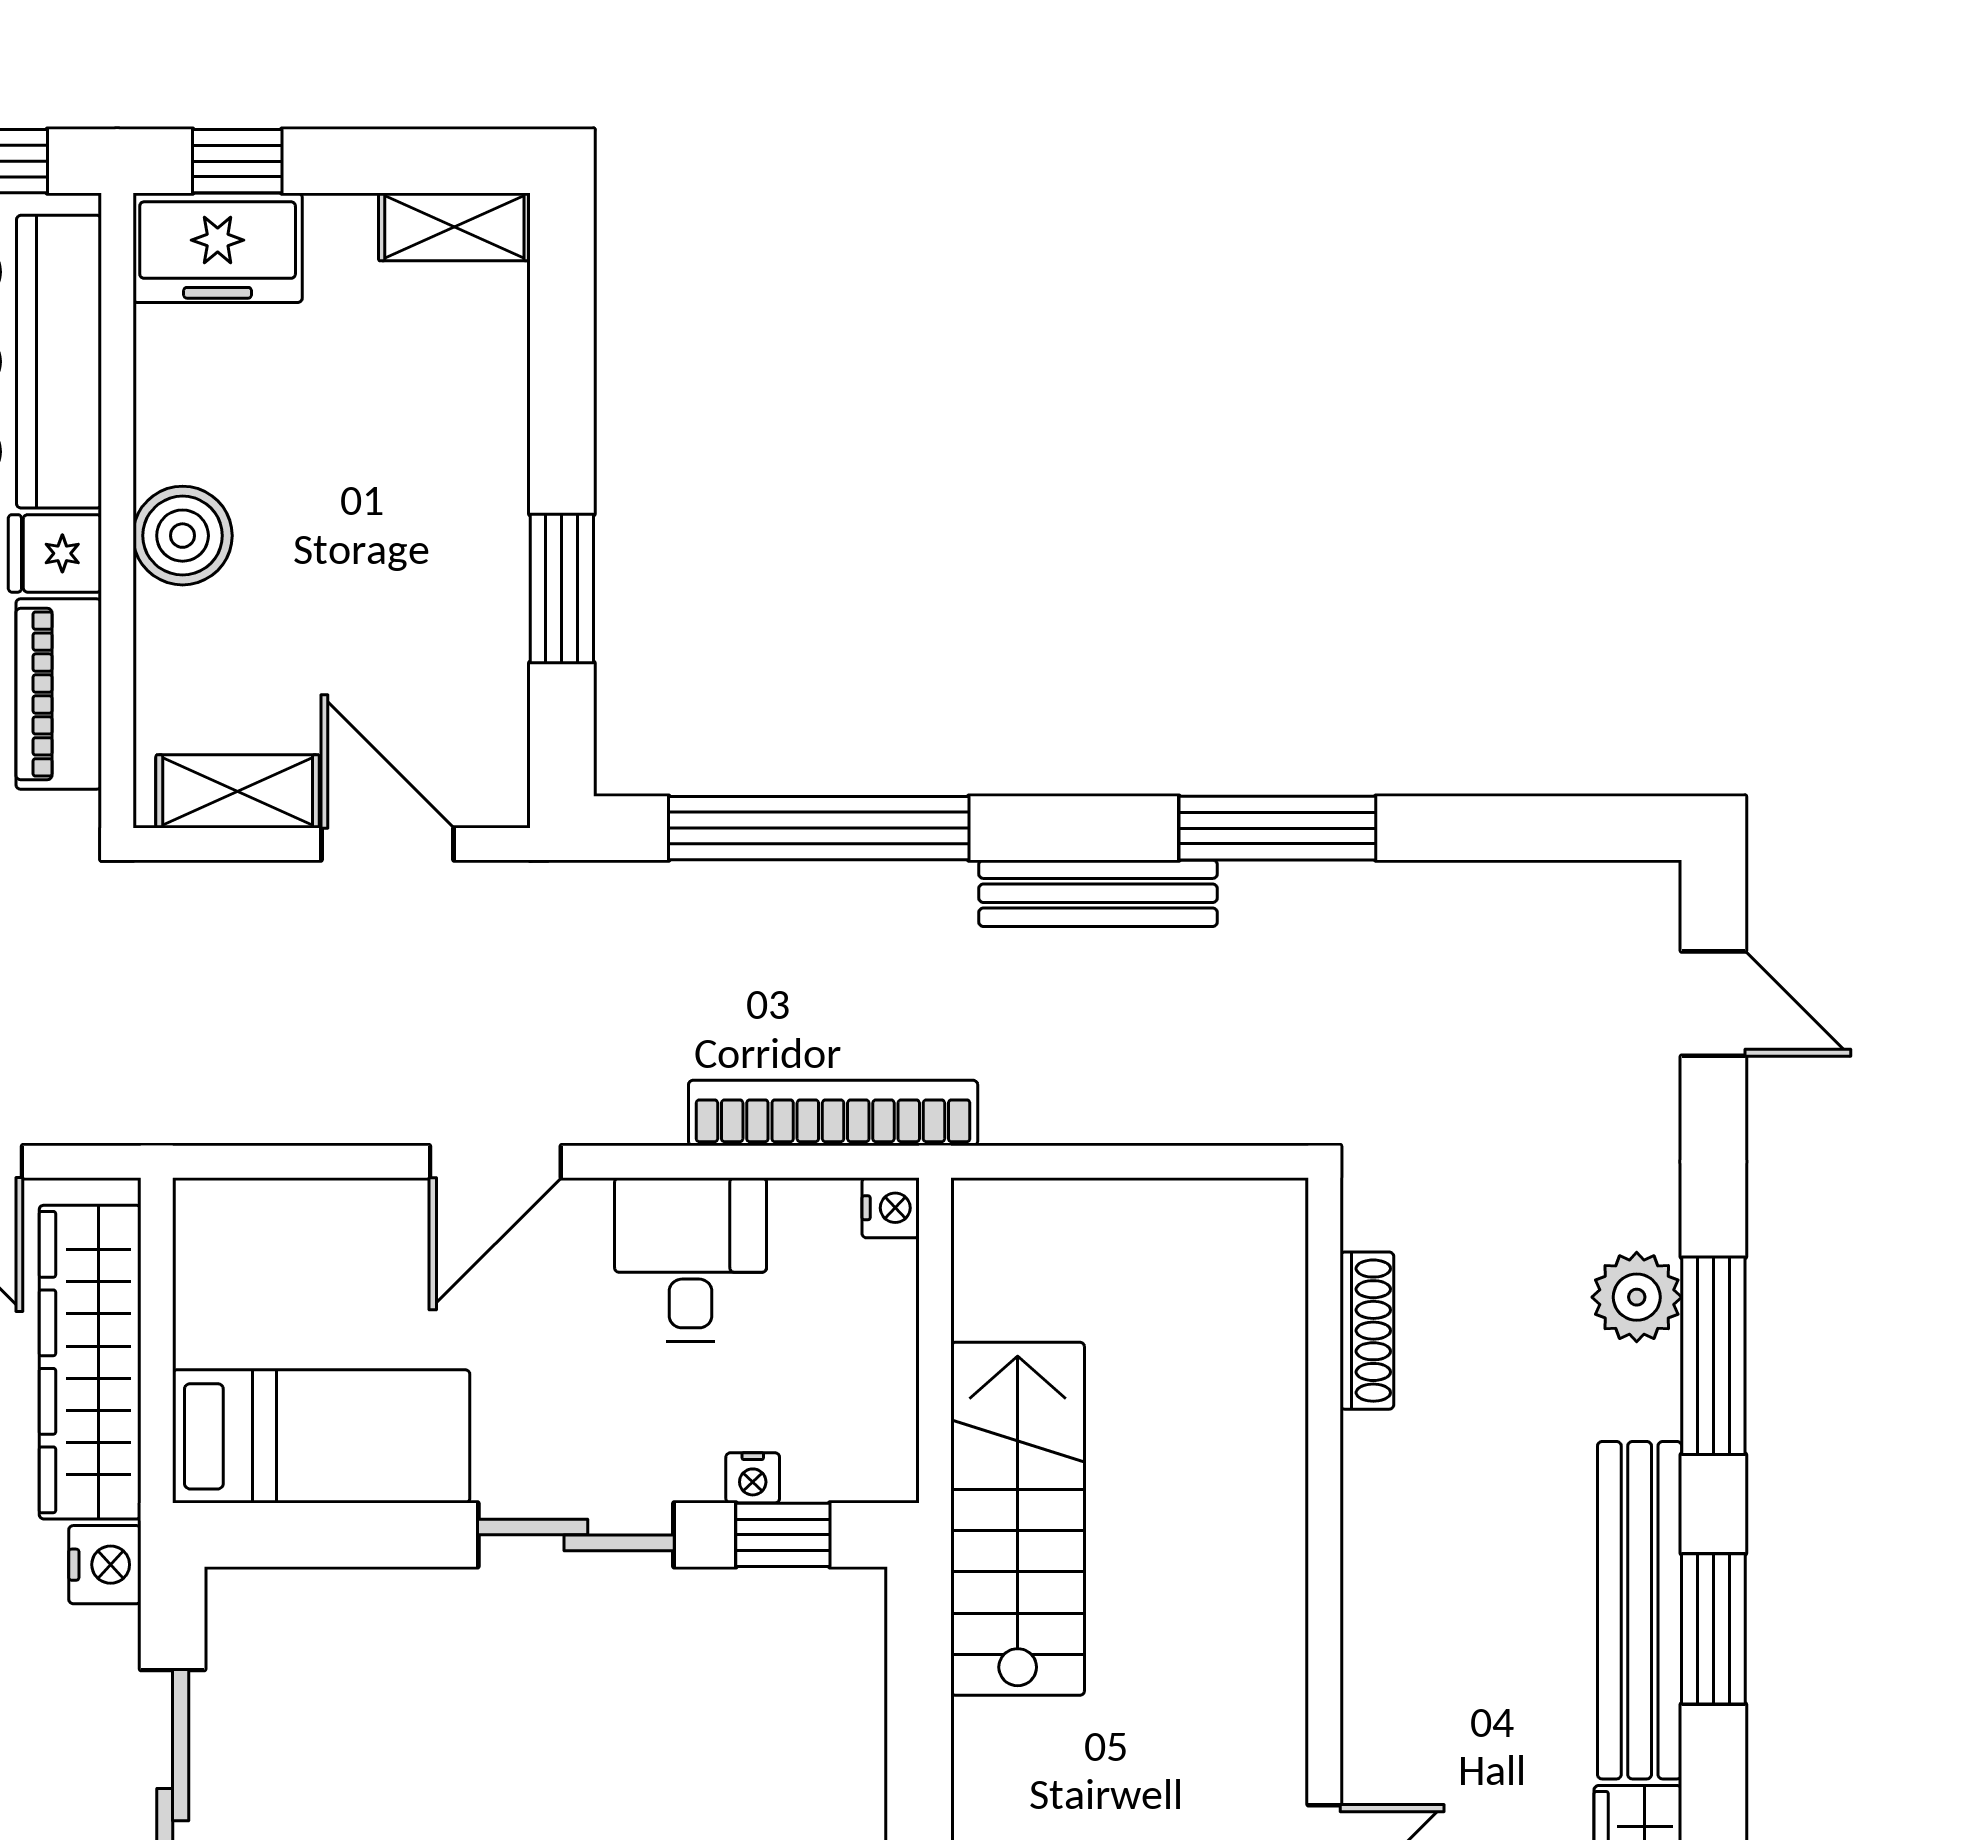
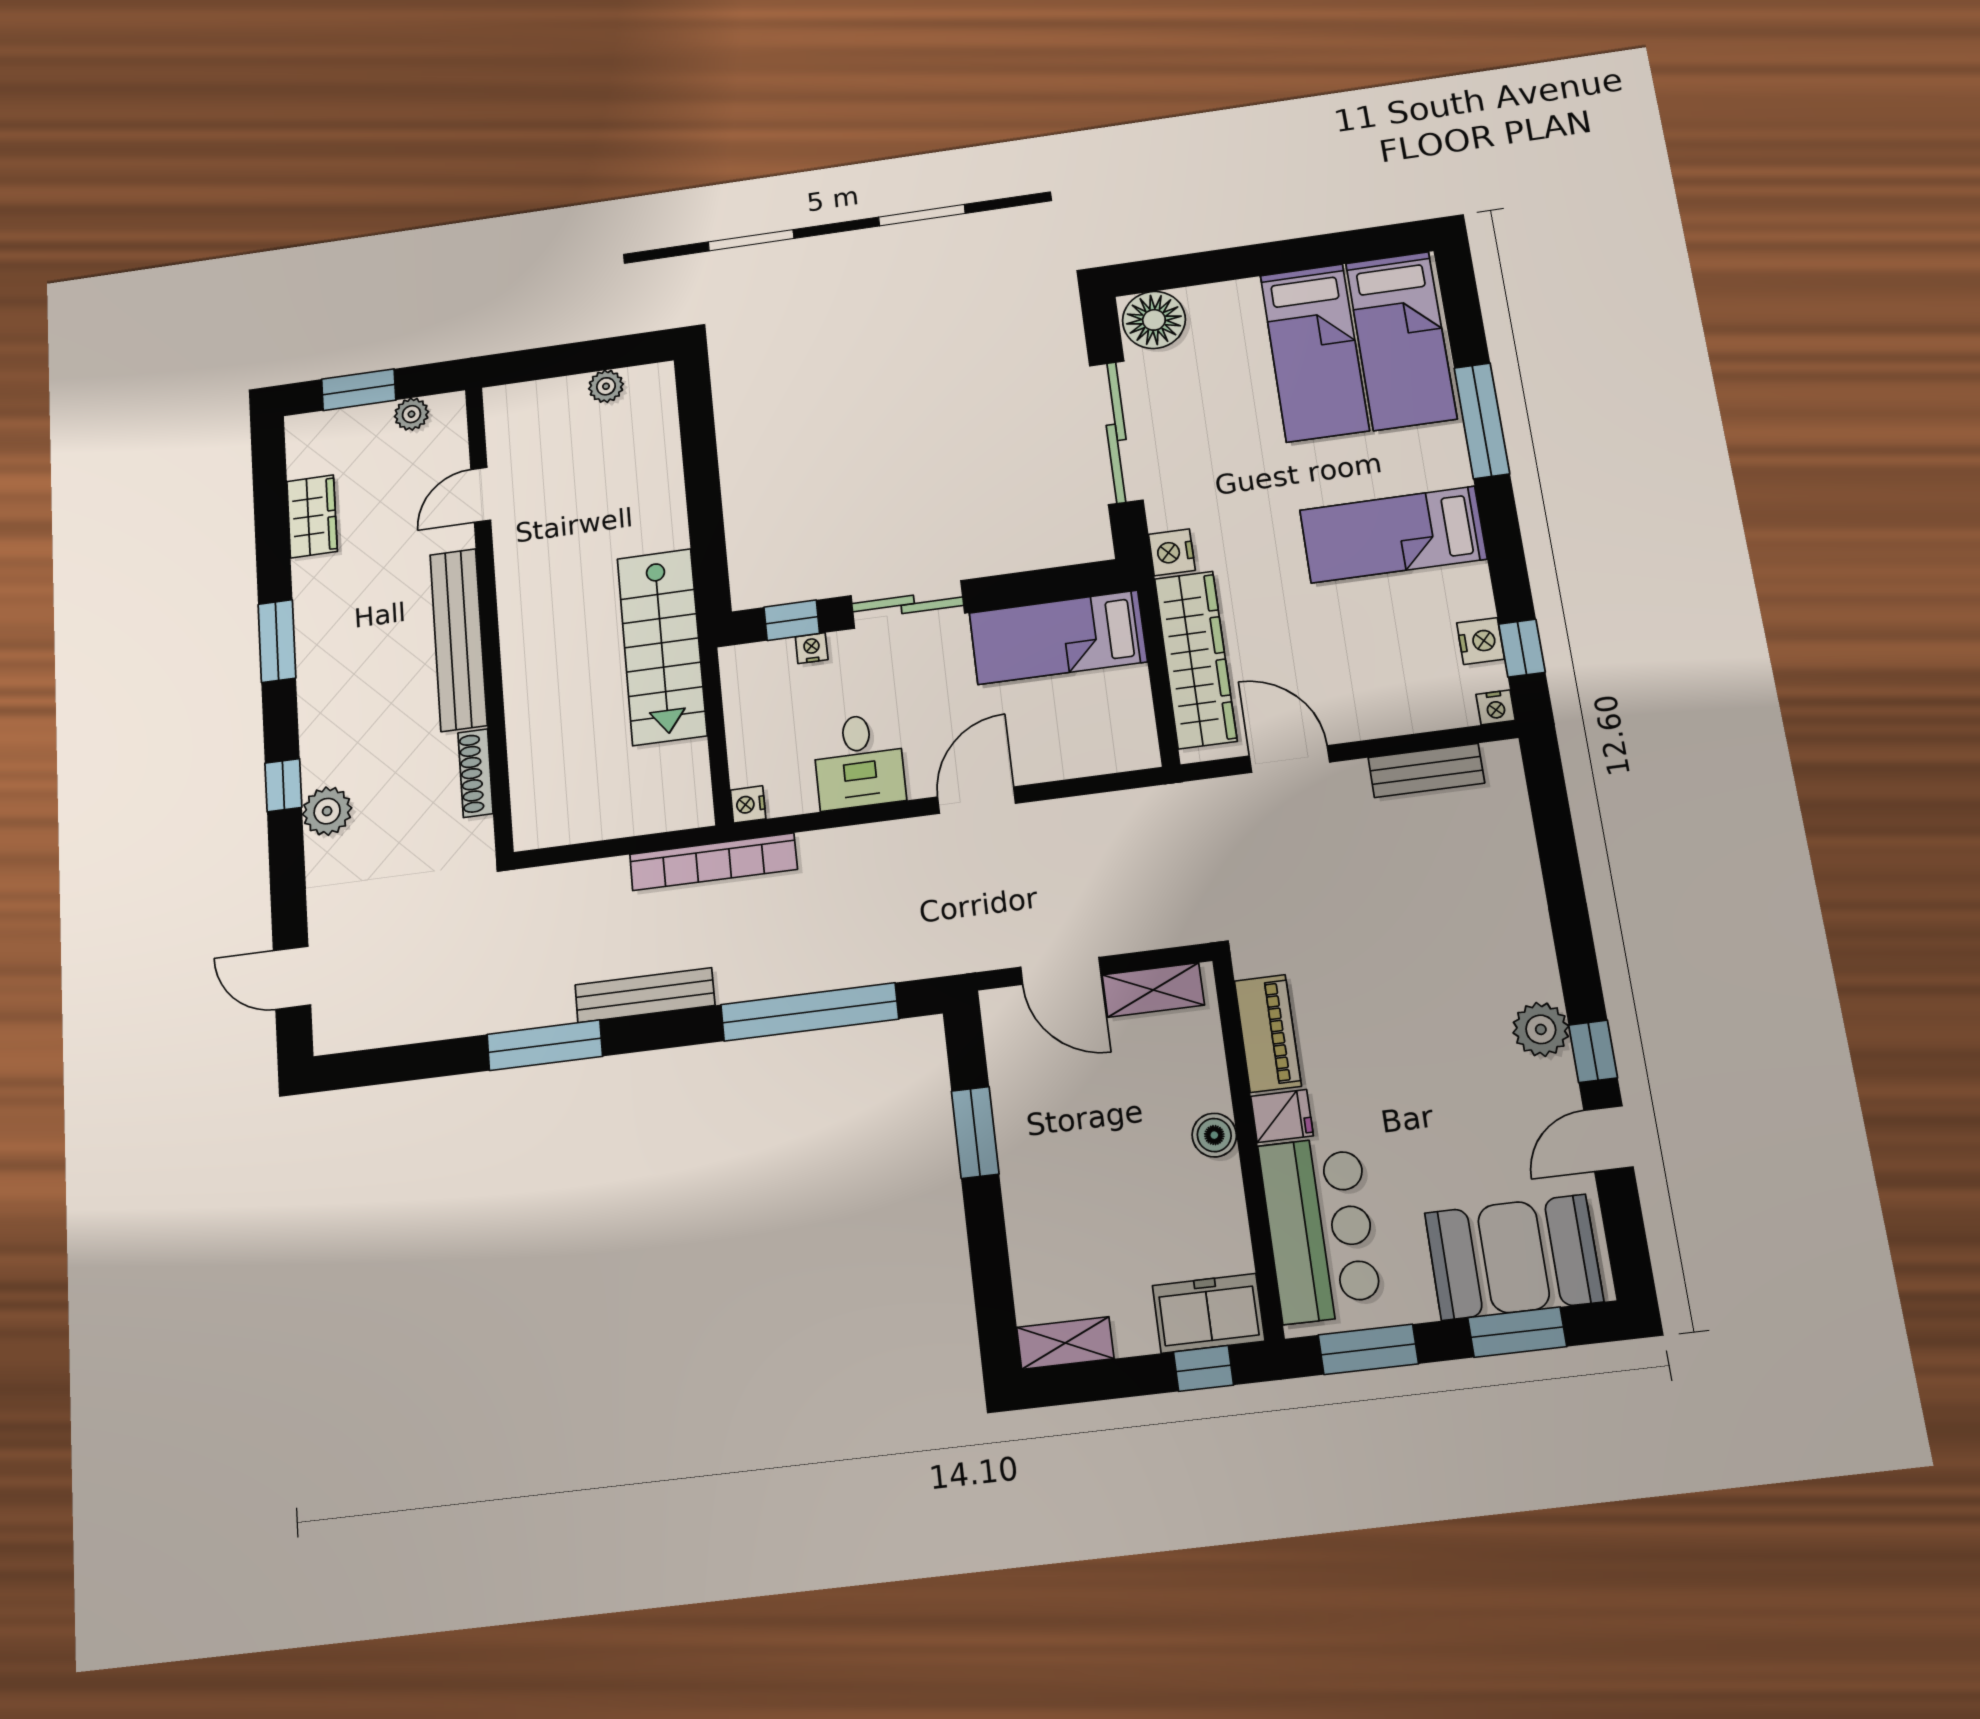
boiler: (183, 536) -> (1214, 1135), width x0.73, depth x0.73
bookcase: (833, 1113) -> (713, 862), moved
window: (1713, 1356) -> (283, 785), width x0.46
bench: (1640, 1610) -> (458, 639), moved

